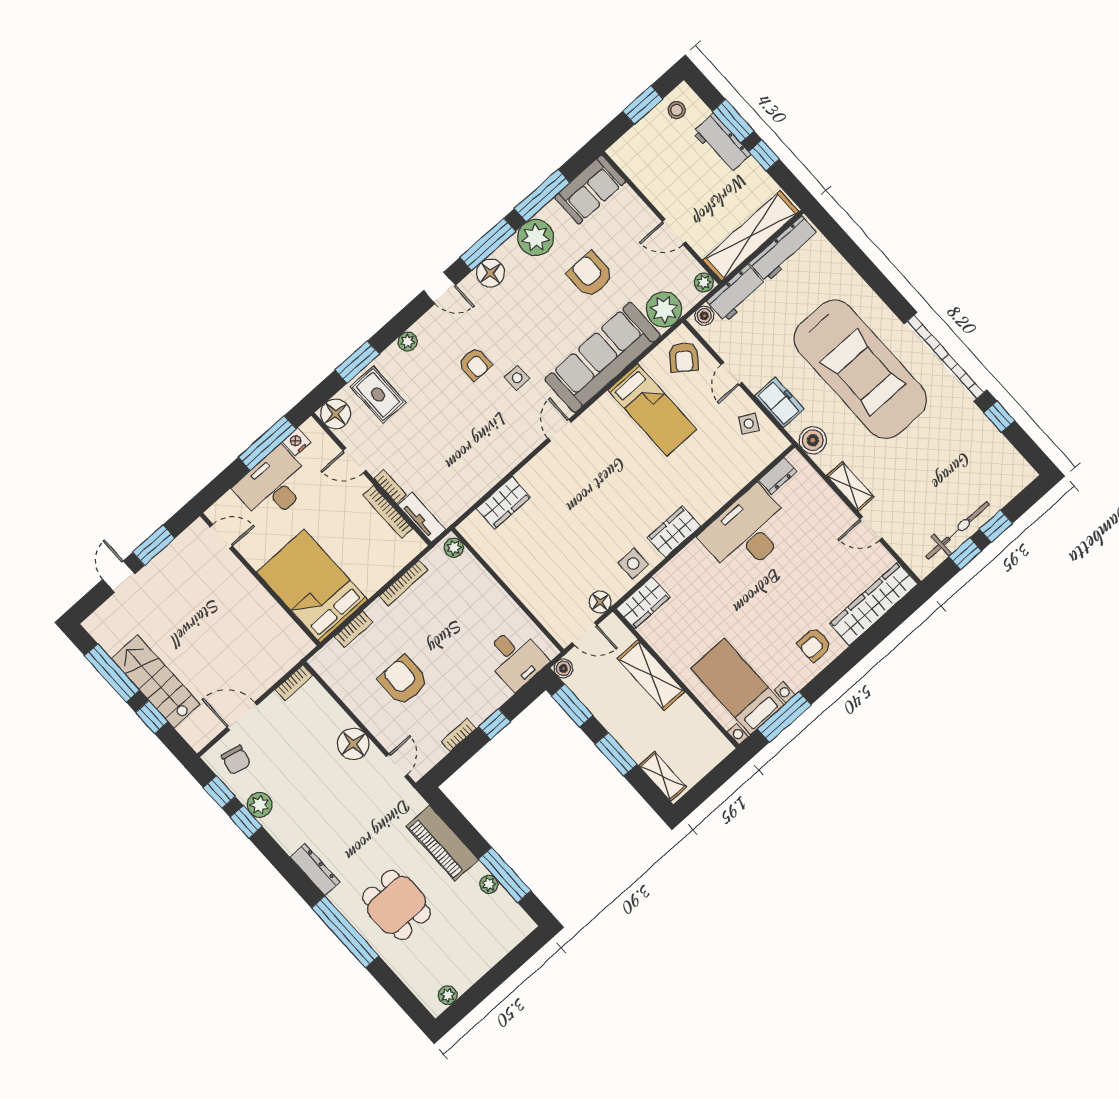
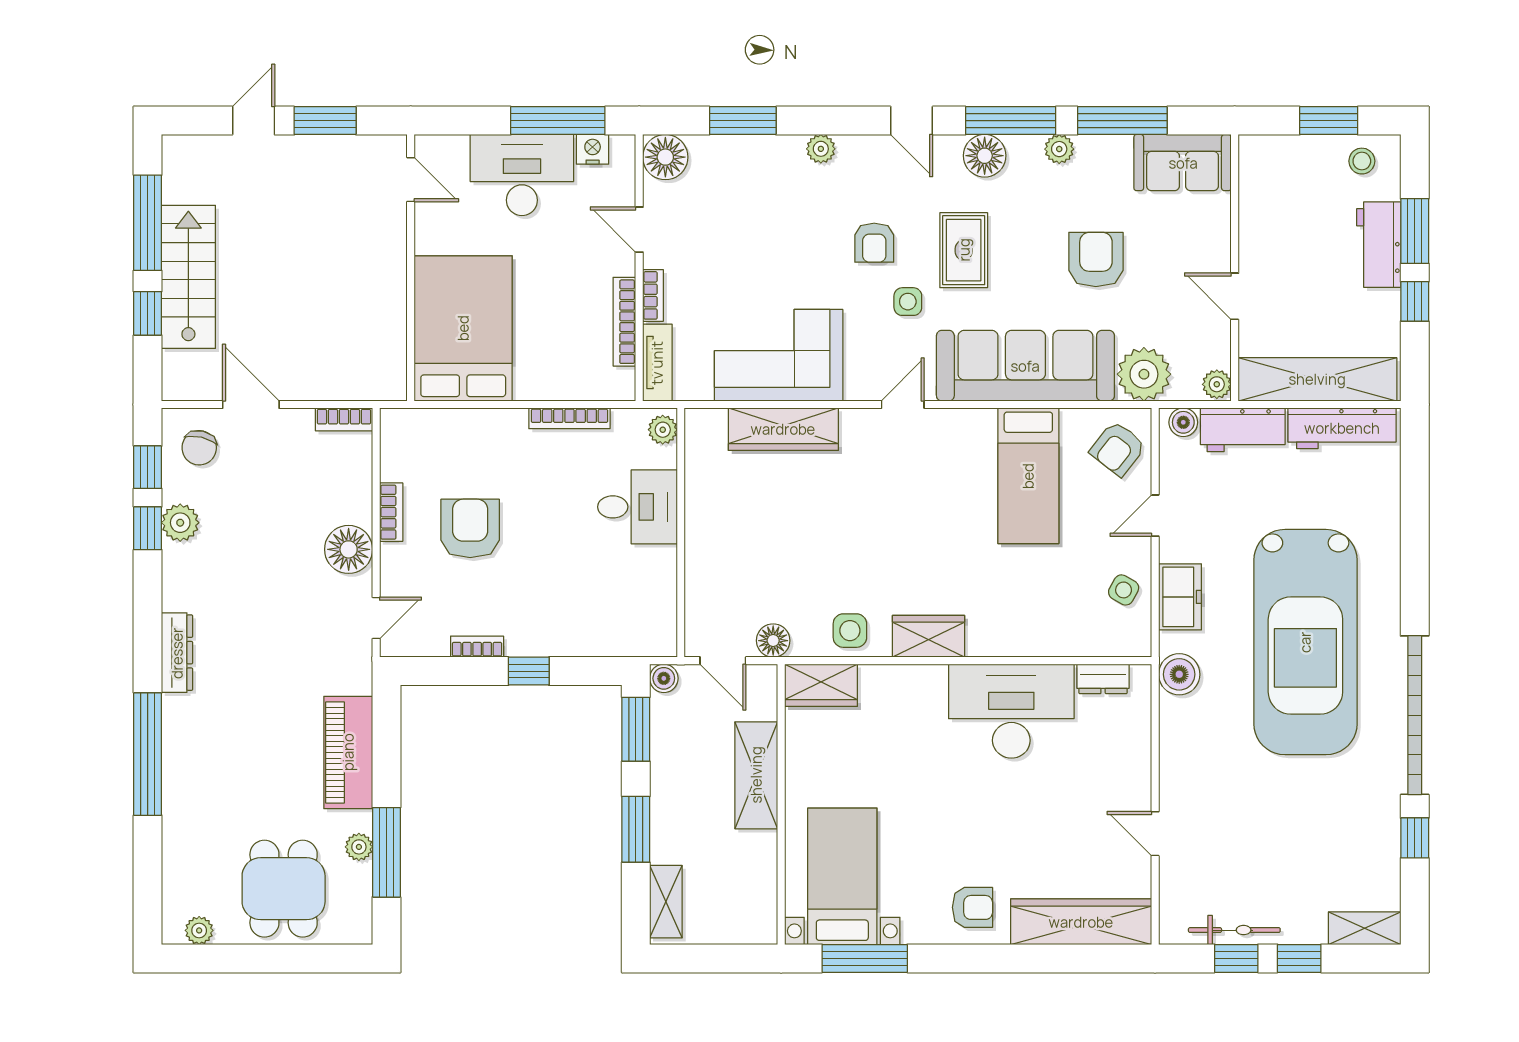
plant: (536, 238) -> (1059, 149), width x0.53, depth x0.53
rug: (378, 395) -> (964, 250), moved
corner sofa: (478, 461) -> (779, 355), added
shelving: (850, 486) -> (1365, 928), moved, turned 90
wardrobe: (503, 503) -> (783, 429), width x1.50
bicycle: (958, 531) -> (1234, 930), width x0.73, depth x0.71
bookcase: (353, 629) -> (391, 512), moved, turned -90
armchair: (814, 645) -> (972, 907), turned 180
desk: (515, 658) -> (637, 507), moved, turned -90
dining table: (397, 905) -> (284, 889), moved

